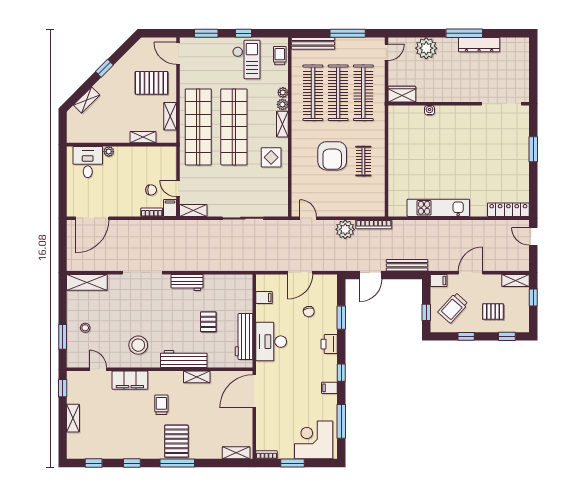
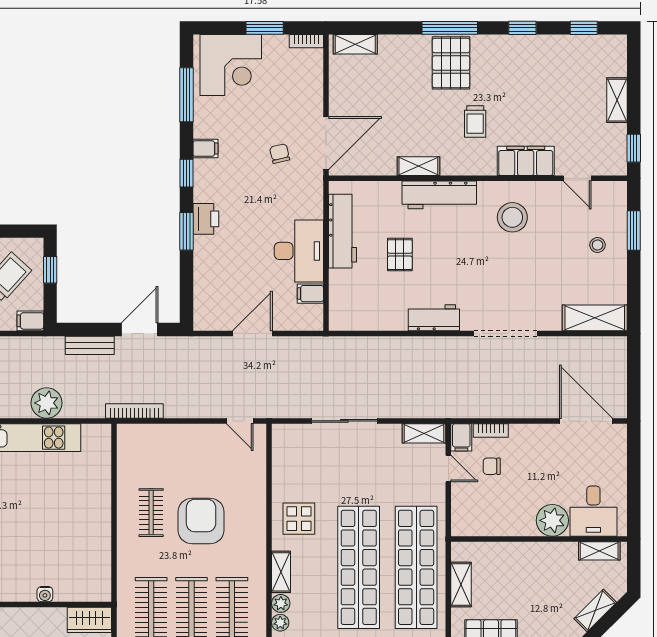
shelving: (143, 137) -> (599, 551), moved
plant: (109, 152) -> (552, 520), width x1.87, depth x1.87
door: (92, 218) -> (586, 421), hinge flipped
plant: (345, 229) -> (47, 403), moved
bench: (407, 265) -> (90, 345), width x0.73
chair: (309, 312) -> (280, 154), moved
window: (341, 318) -> (186, 231), moved
desk: (271, 342) -> (299, 251), moved

